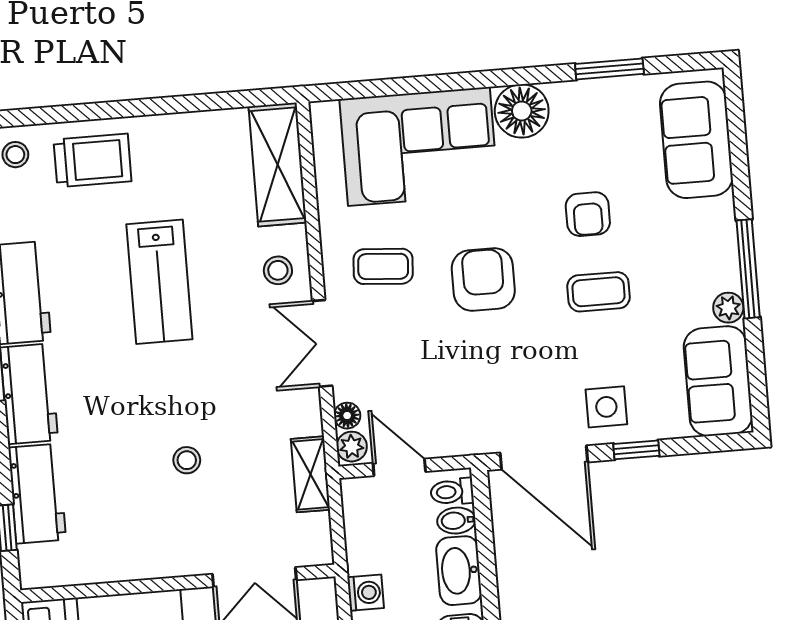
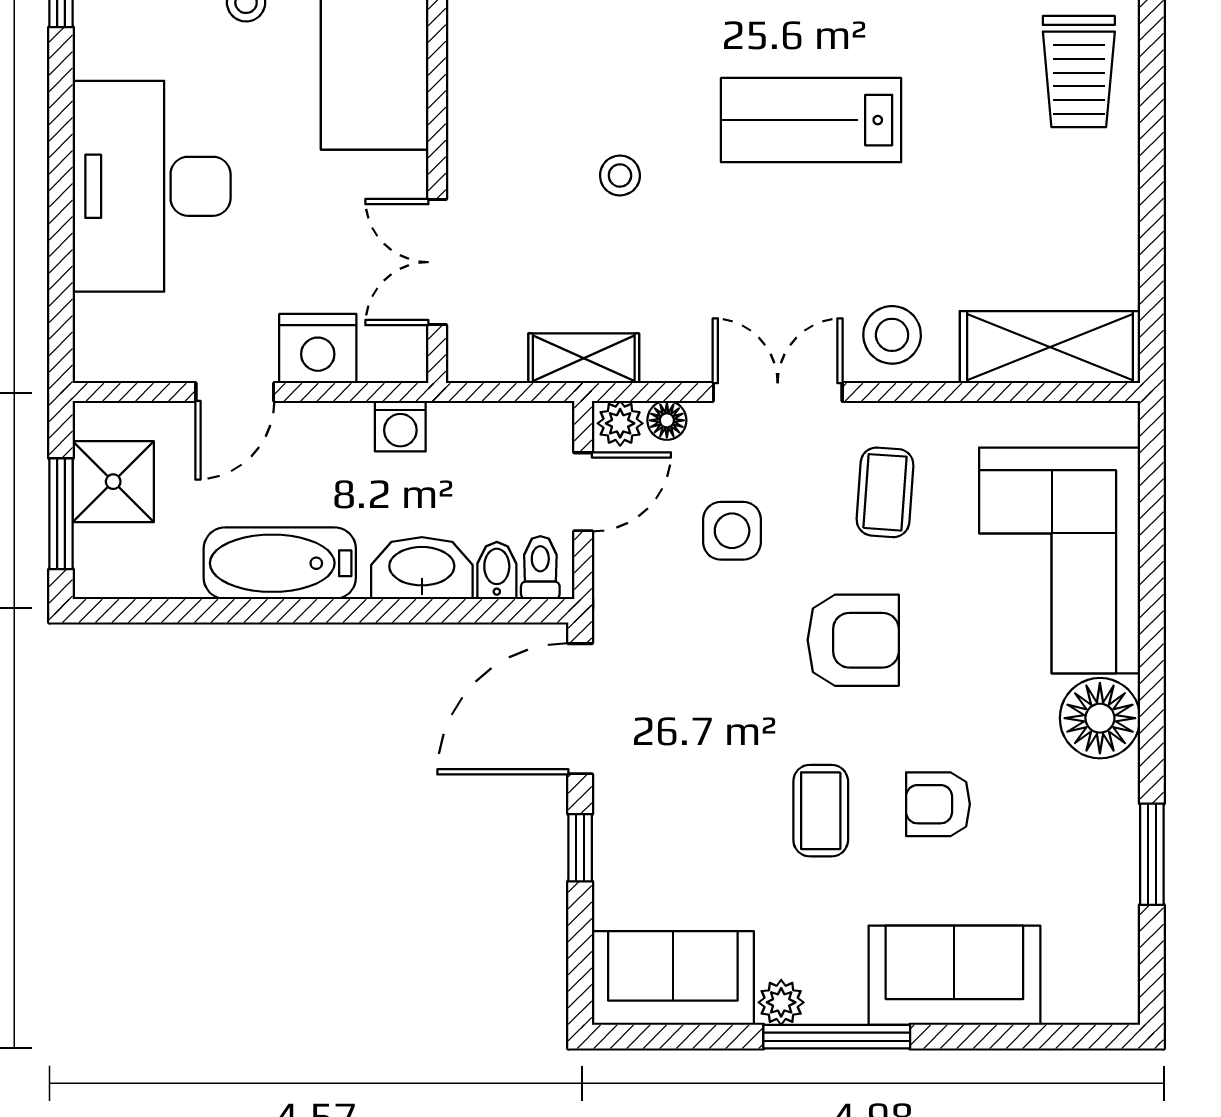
sofa: (696, 140) -> (954, 975), moved
stool: (278, 270) -> (892, 335), width x1.37, depth x1.37
lab bench: (159, 282) -> (811, 120), moved
side table: (606, 407) -> (732, 531), moved

